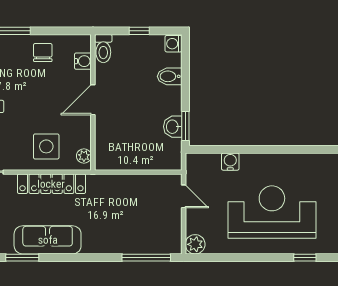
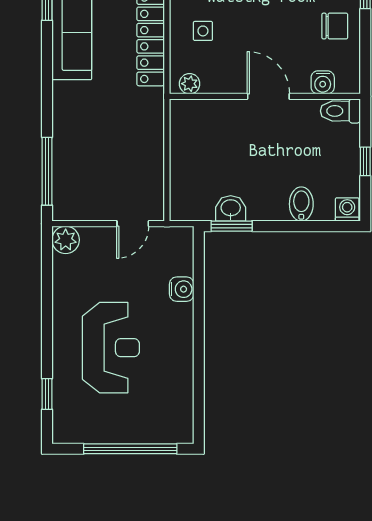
side table: (46, 146) -> (203, 31), width x0.54, depth x0.54
reception desk: (272, 212) -> (111, 348), width x0.74, depth x0.77

